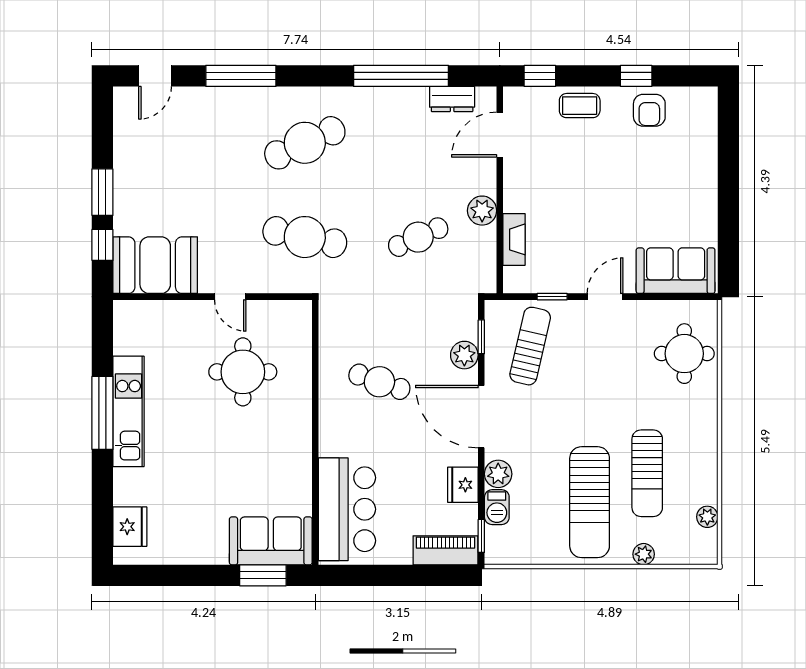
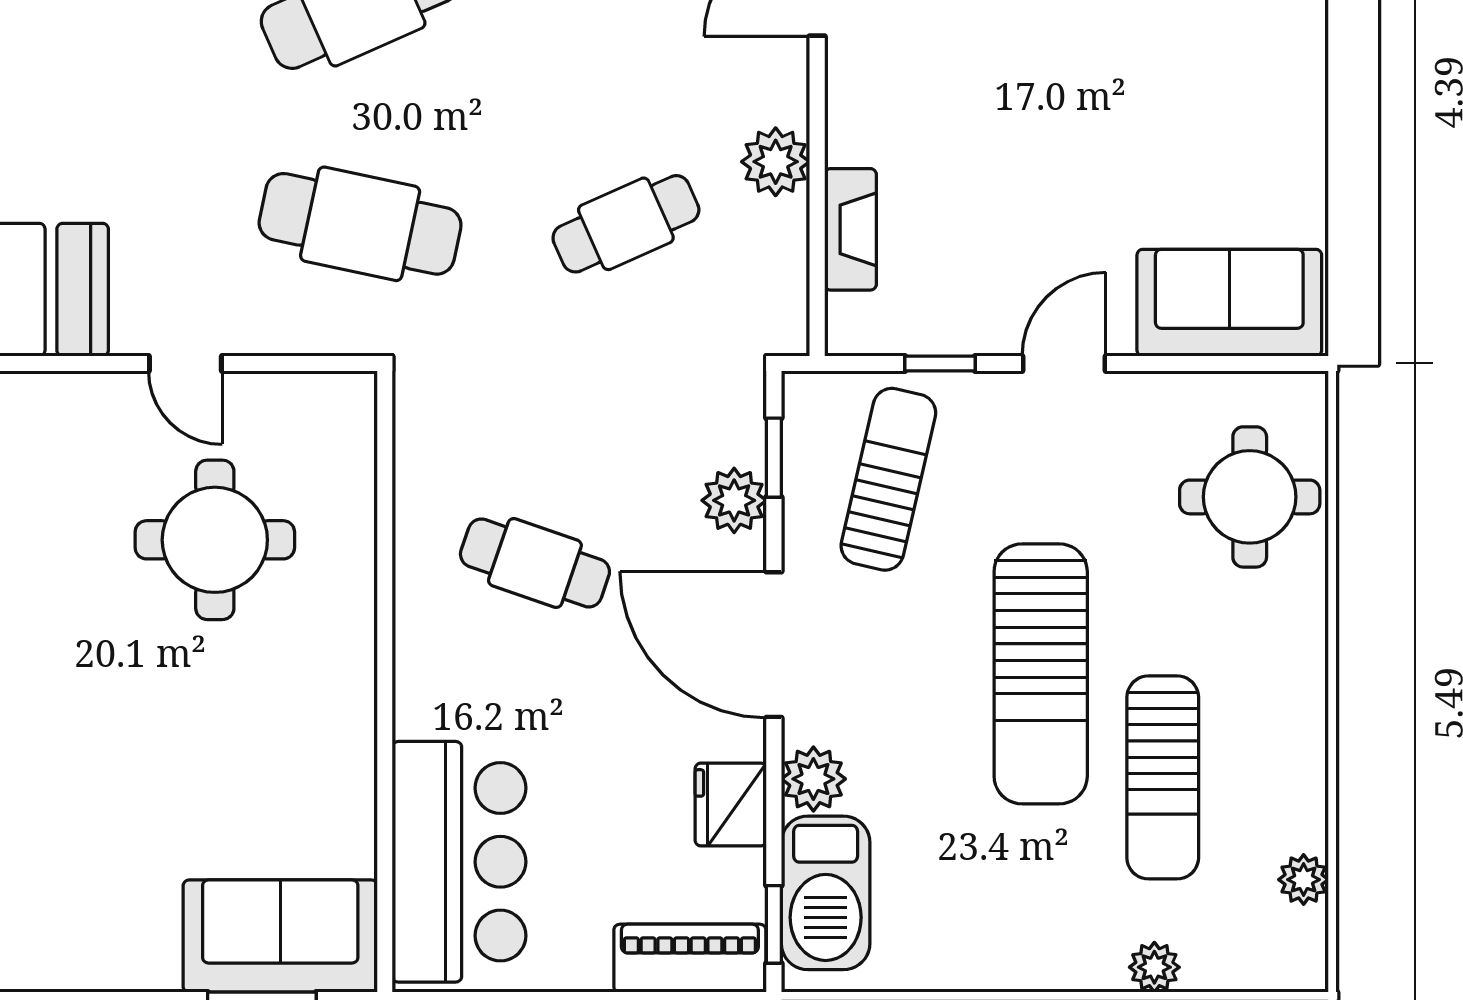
sun lounger: (590, 502) -> (1041, 674), moved
barbecue: (497, 507) -> (826, 893), width x1.88, depth x1.53

